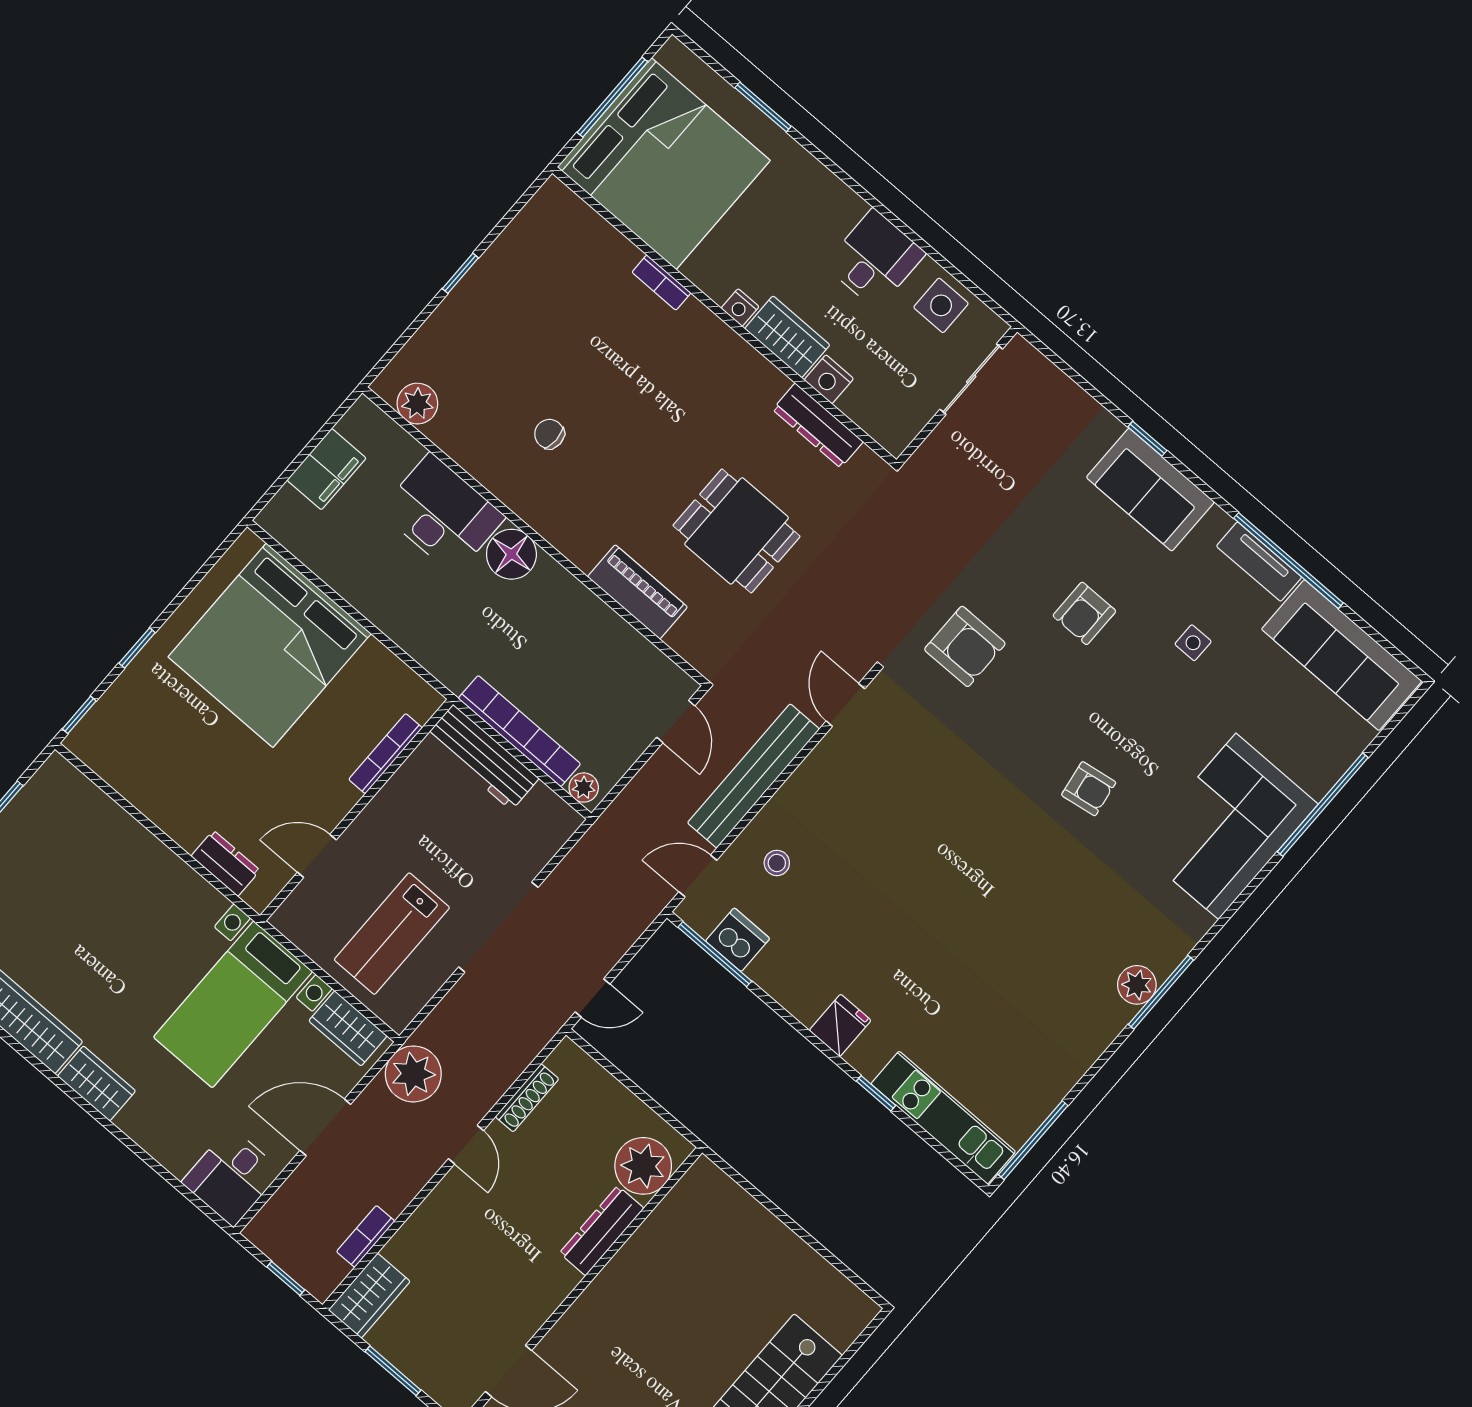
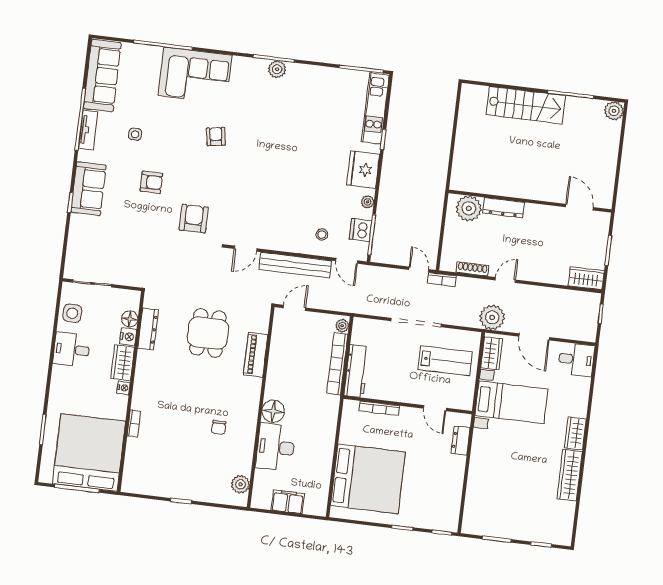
floor lamp: (859, 404) -> (130, 319), added
plant: (780, 987) -> (368, 202), added
fridge: (840, 1025) -> (363, 170), width x1.88, depth x1.34
bookcase: (366, 1236) -> (442, 280), moved

